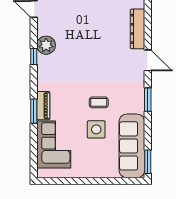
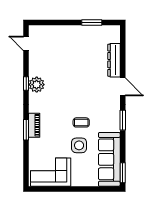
plant: (46, 45) -> (37, 85), moved
corner sofa: (54, 145) -> (51, 172), moved, turned -90

